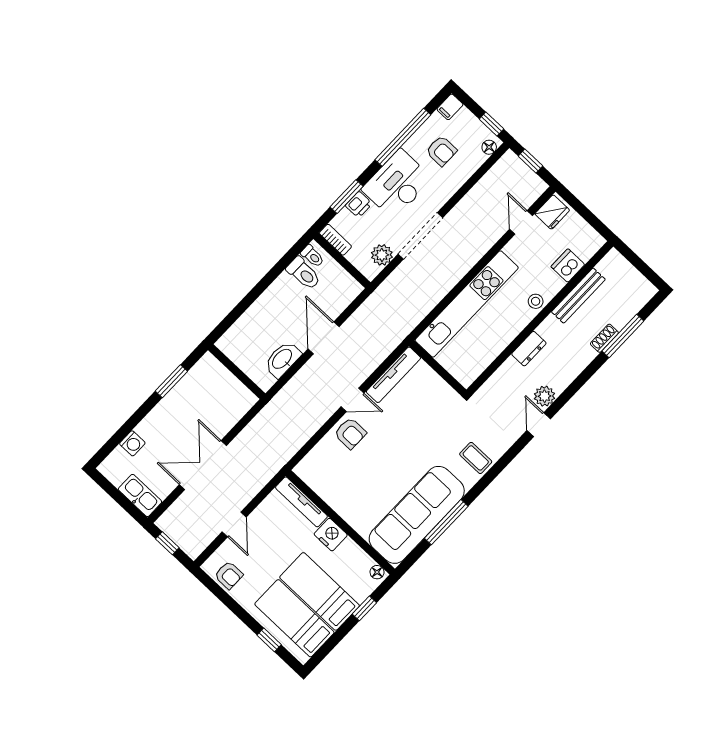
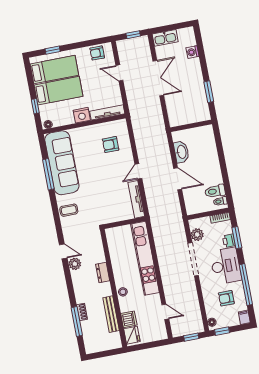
fridge: (552, 212) -> (132, 335), moved, turned 180
armchair: (350, 433) -> (111, 145), moved

